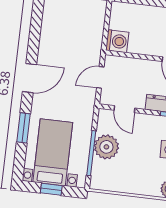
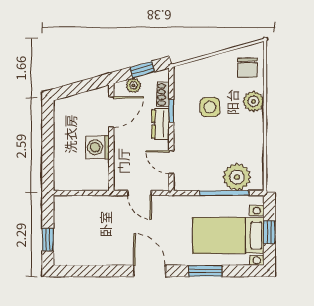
washing machine: (117, 41) -> (97, 147), moved, turned -90
door: (124, 109) -> (171, 162), swing flipped
plant: (106, 147) -> (237, 177), moved

